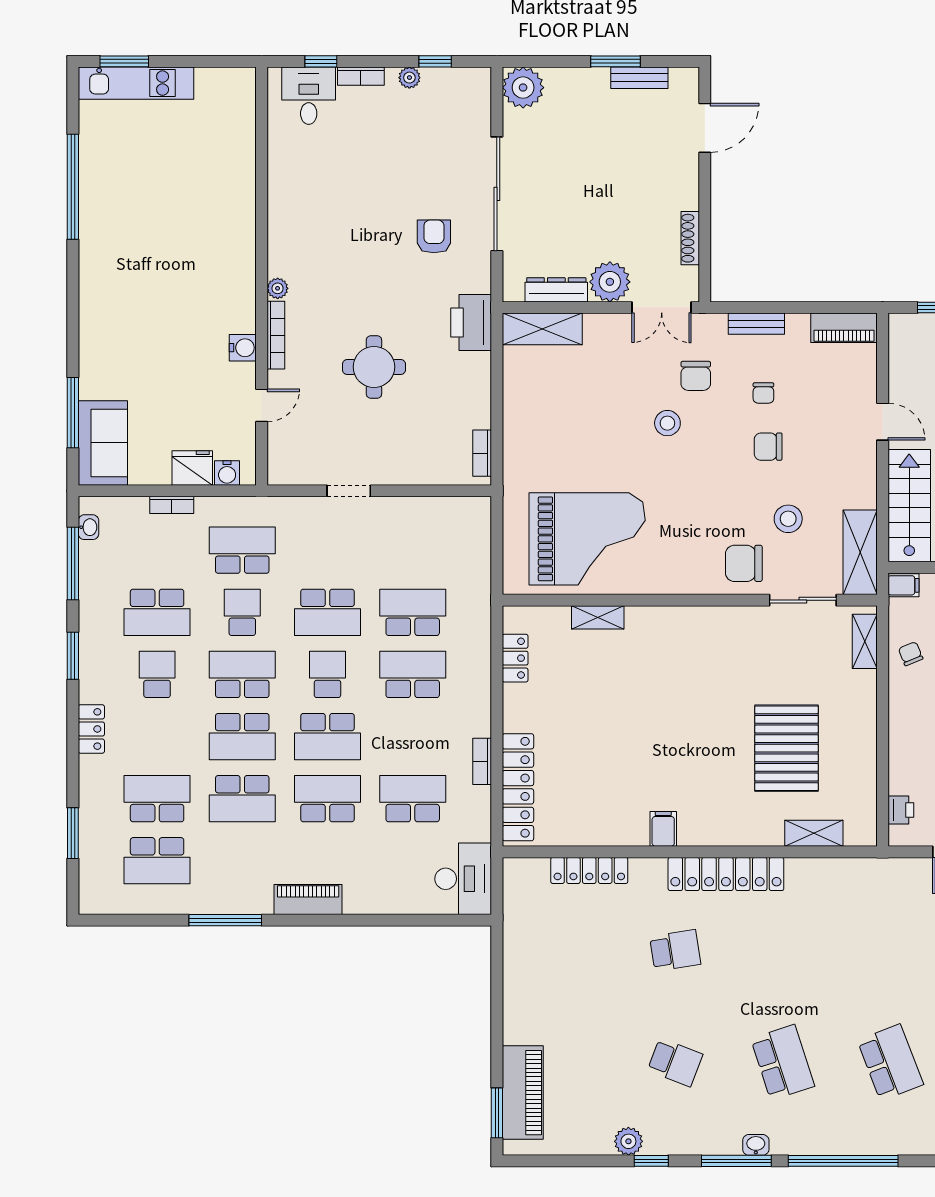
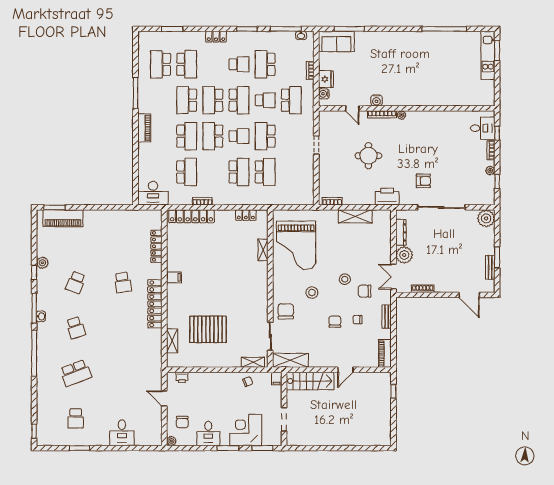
shelving: (542, 329) -> (355, 216), moved, turned 90
stool: (788, 519) -> (312, 293), moved
school desk: (783, 1062) -> (76, 328), width x0.54

